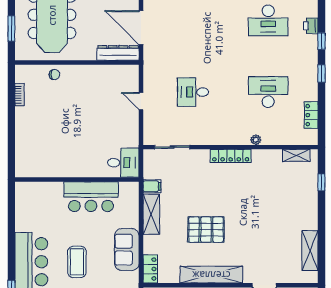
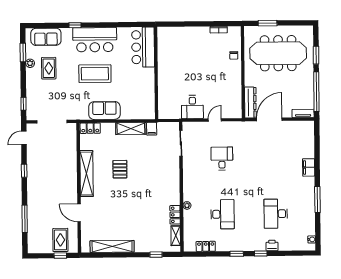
locker: (231, 156) -> (175, 215), moved, width x0.66
desk: (123, 163) -> (192, 107), moved
bar counter: (91, 197) -> (143, 47), moved
pallet: (206, 230) -> (120, 169), width x0.67, depth x0.71
shelving: (310, 251) -> (112, 246), width x1.47
coffee table: (77, 262) -> (95, 74), width x1.36, depth x1.32

